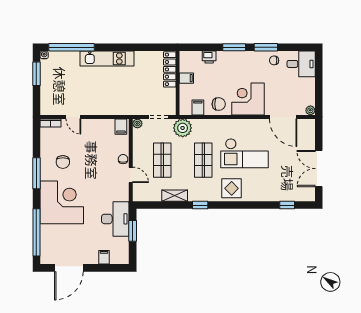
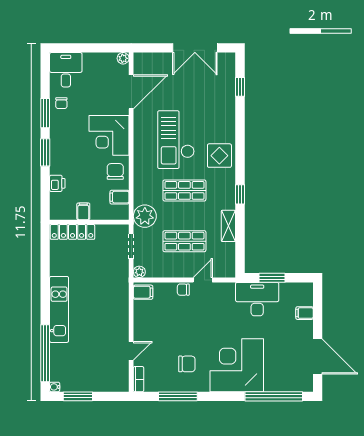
checkout: (244, 153) -> (176, 140), turned 180
window: (36, 173) -> (178, 396), moved

